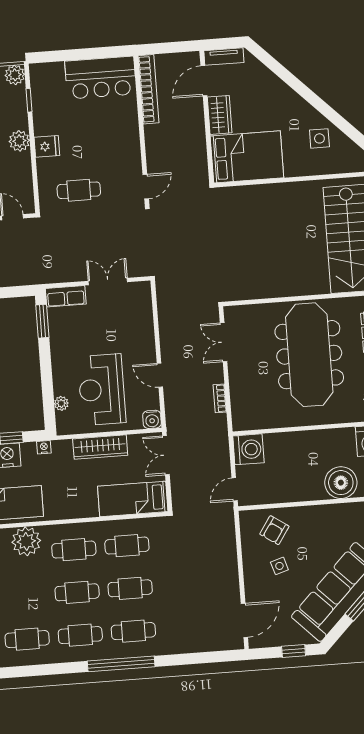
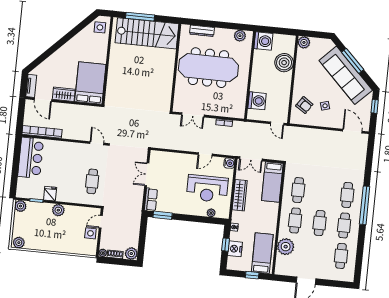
side table: (319, 138) -> (100, 27), moved
fridge: (47, 146) -> (50, 194), moved
washing machine: (248, 449) -> (257, 101), moved, turned 90
cafe table: (130, 588) -> (323, 193), removed

